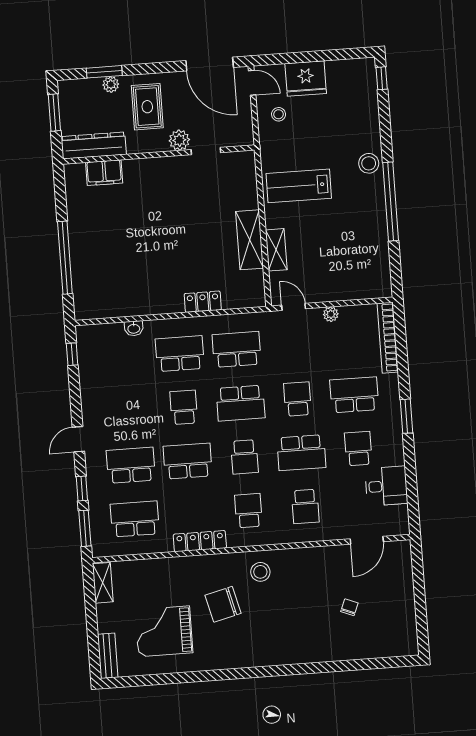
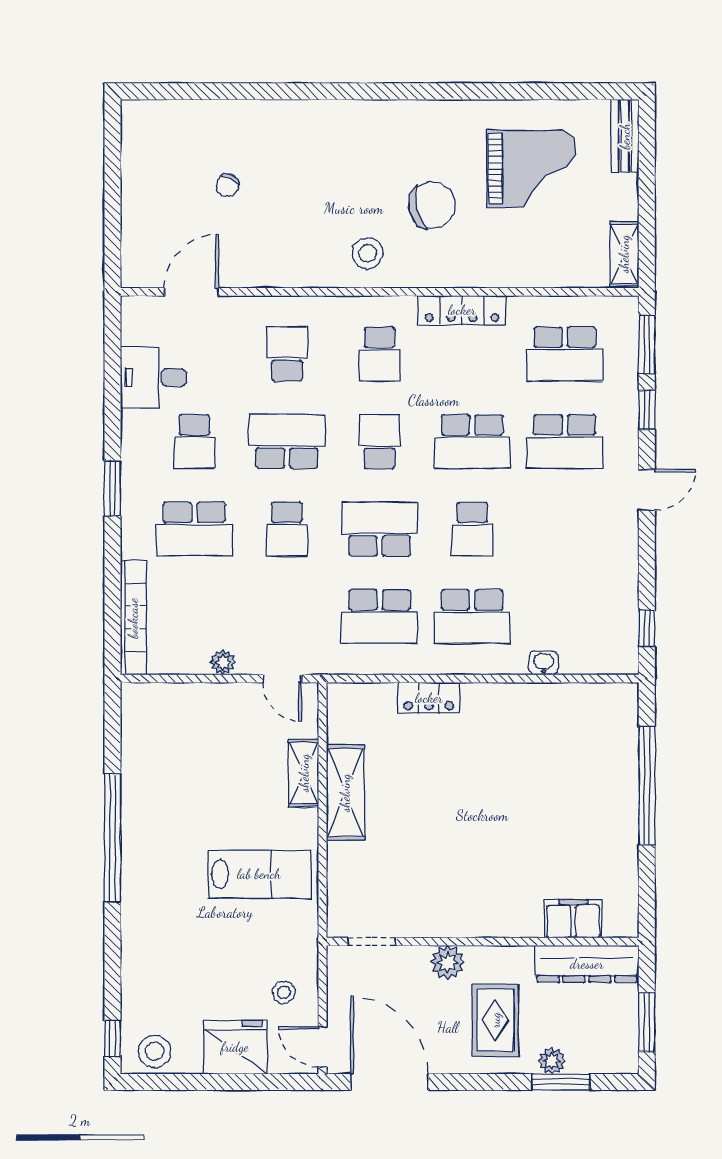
doorway: (206, 151) -> (372, 942), moved
stool: (369, 163) -> (155, 1051), moved

